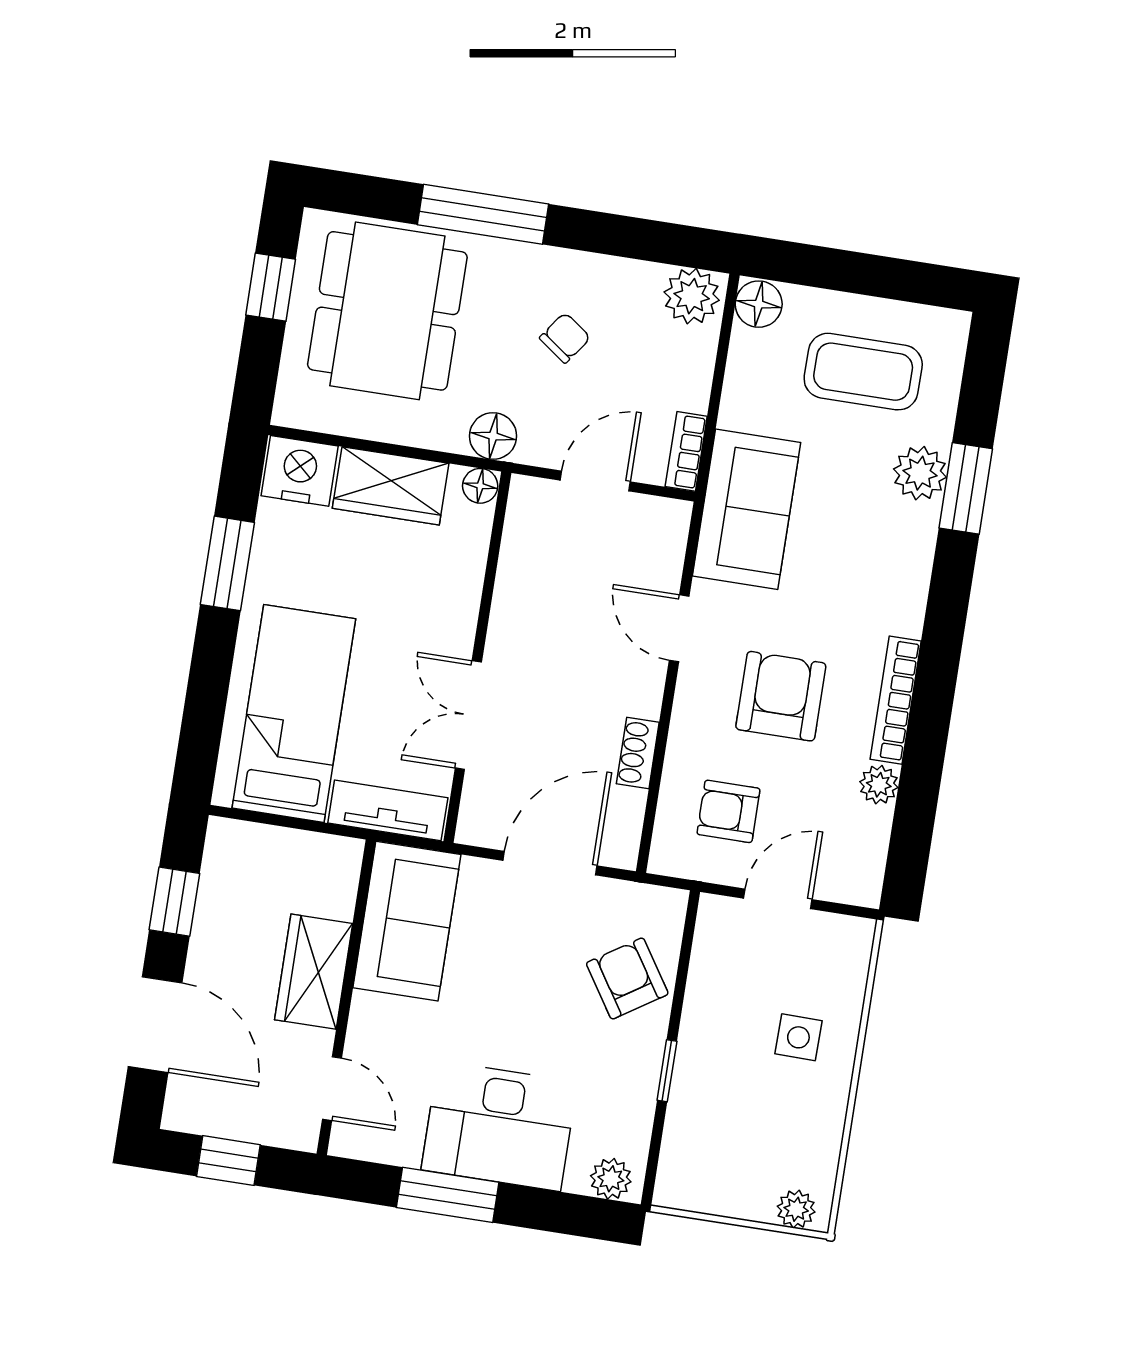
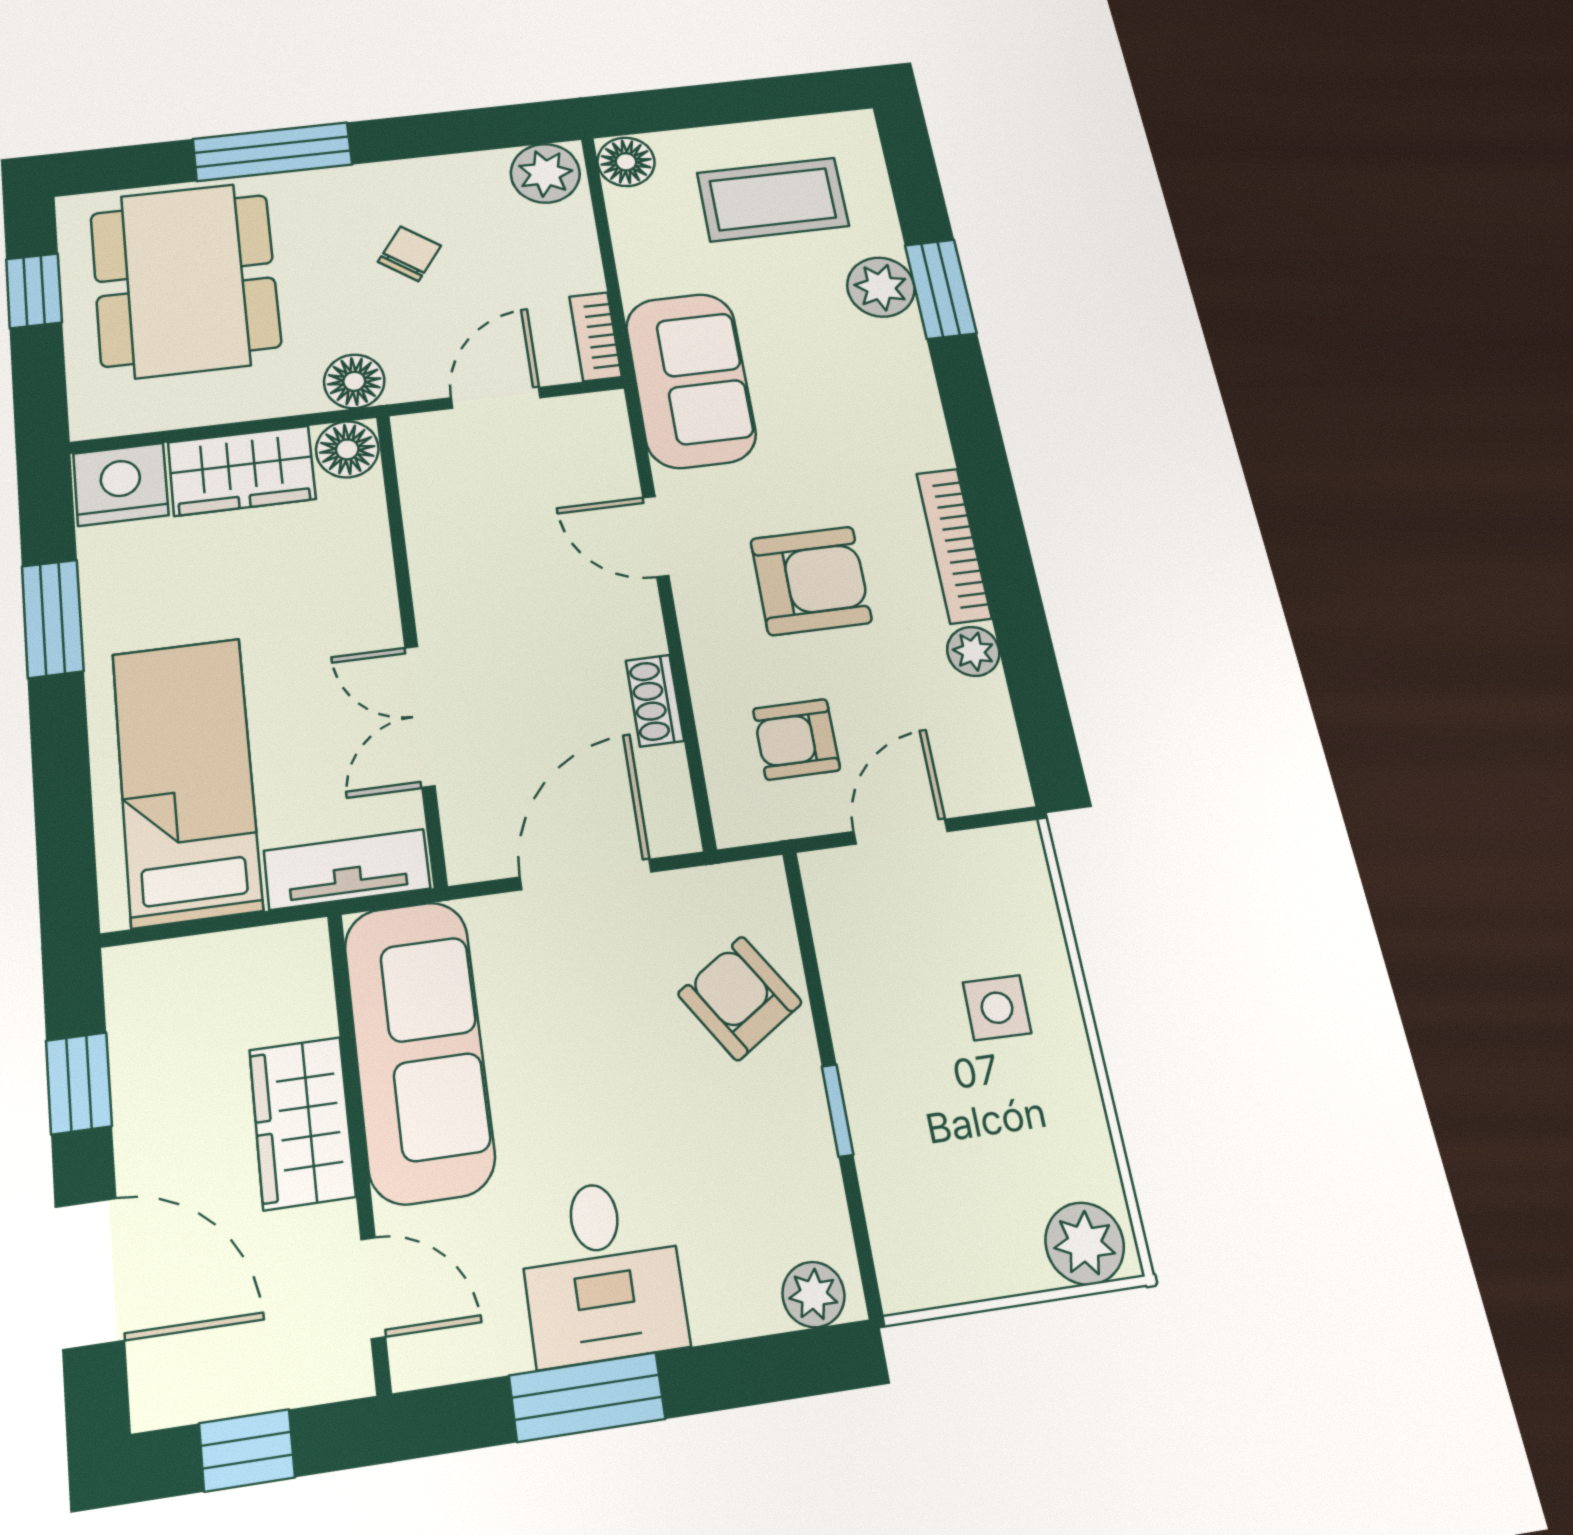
floor lamp: (480, 486) -> (347, 449), width x1.37, depth x1.37
armchair: (781, 696) -> (811, 581), turned 90
sofa: (407, 921) -> (419, 1050), width x1.36
desk: (499, 1126) -> (602, 1271), width x0.73
plant: (796, 1209) -> (1085, 1244), width x1.38, depth x1.38

